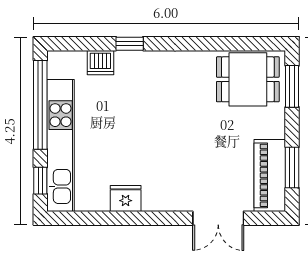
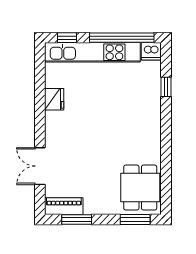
window: (130, 44) -> (166, 87), moved
dishwasher: (100, 63) -> (151, 51), moved, turned -90
piano: (270, 175) -> (64, 206), width x0.73, depth x0.75

